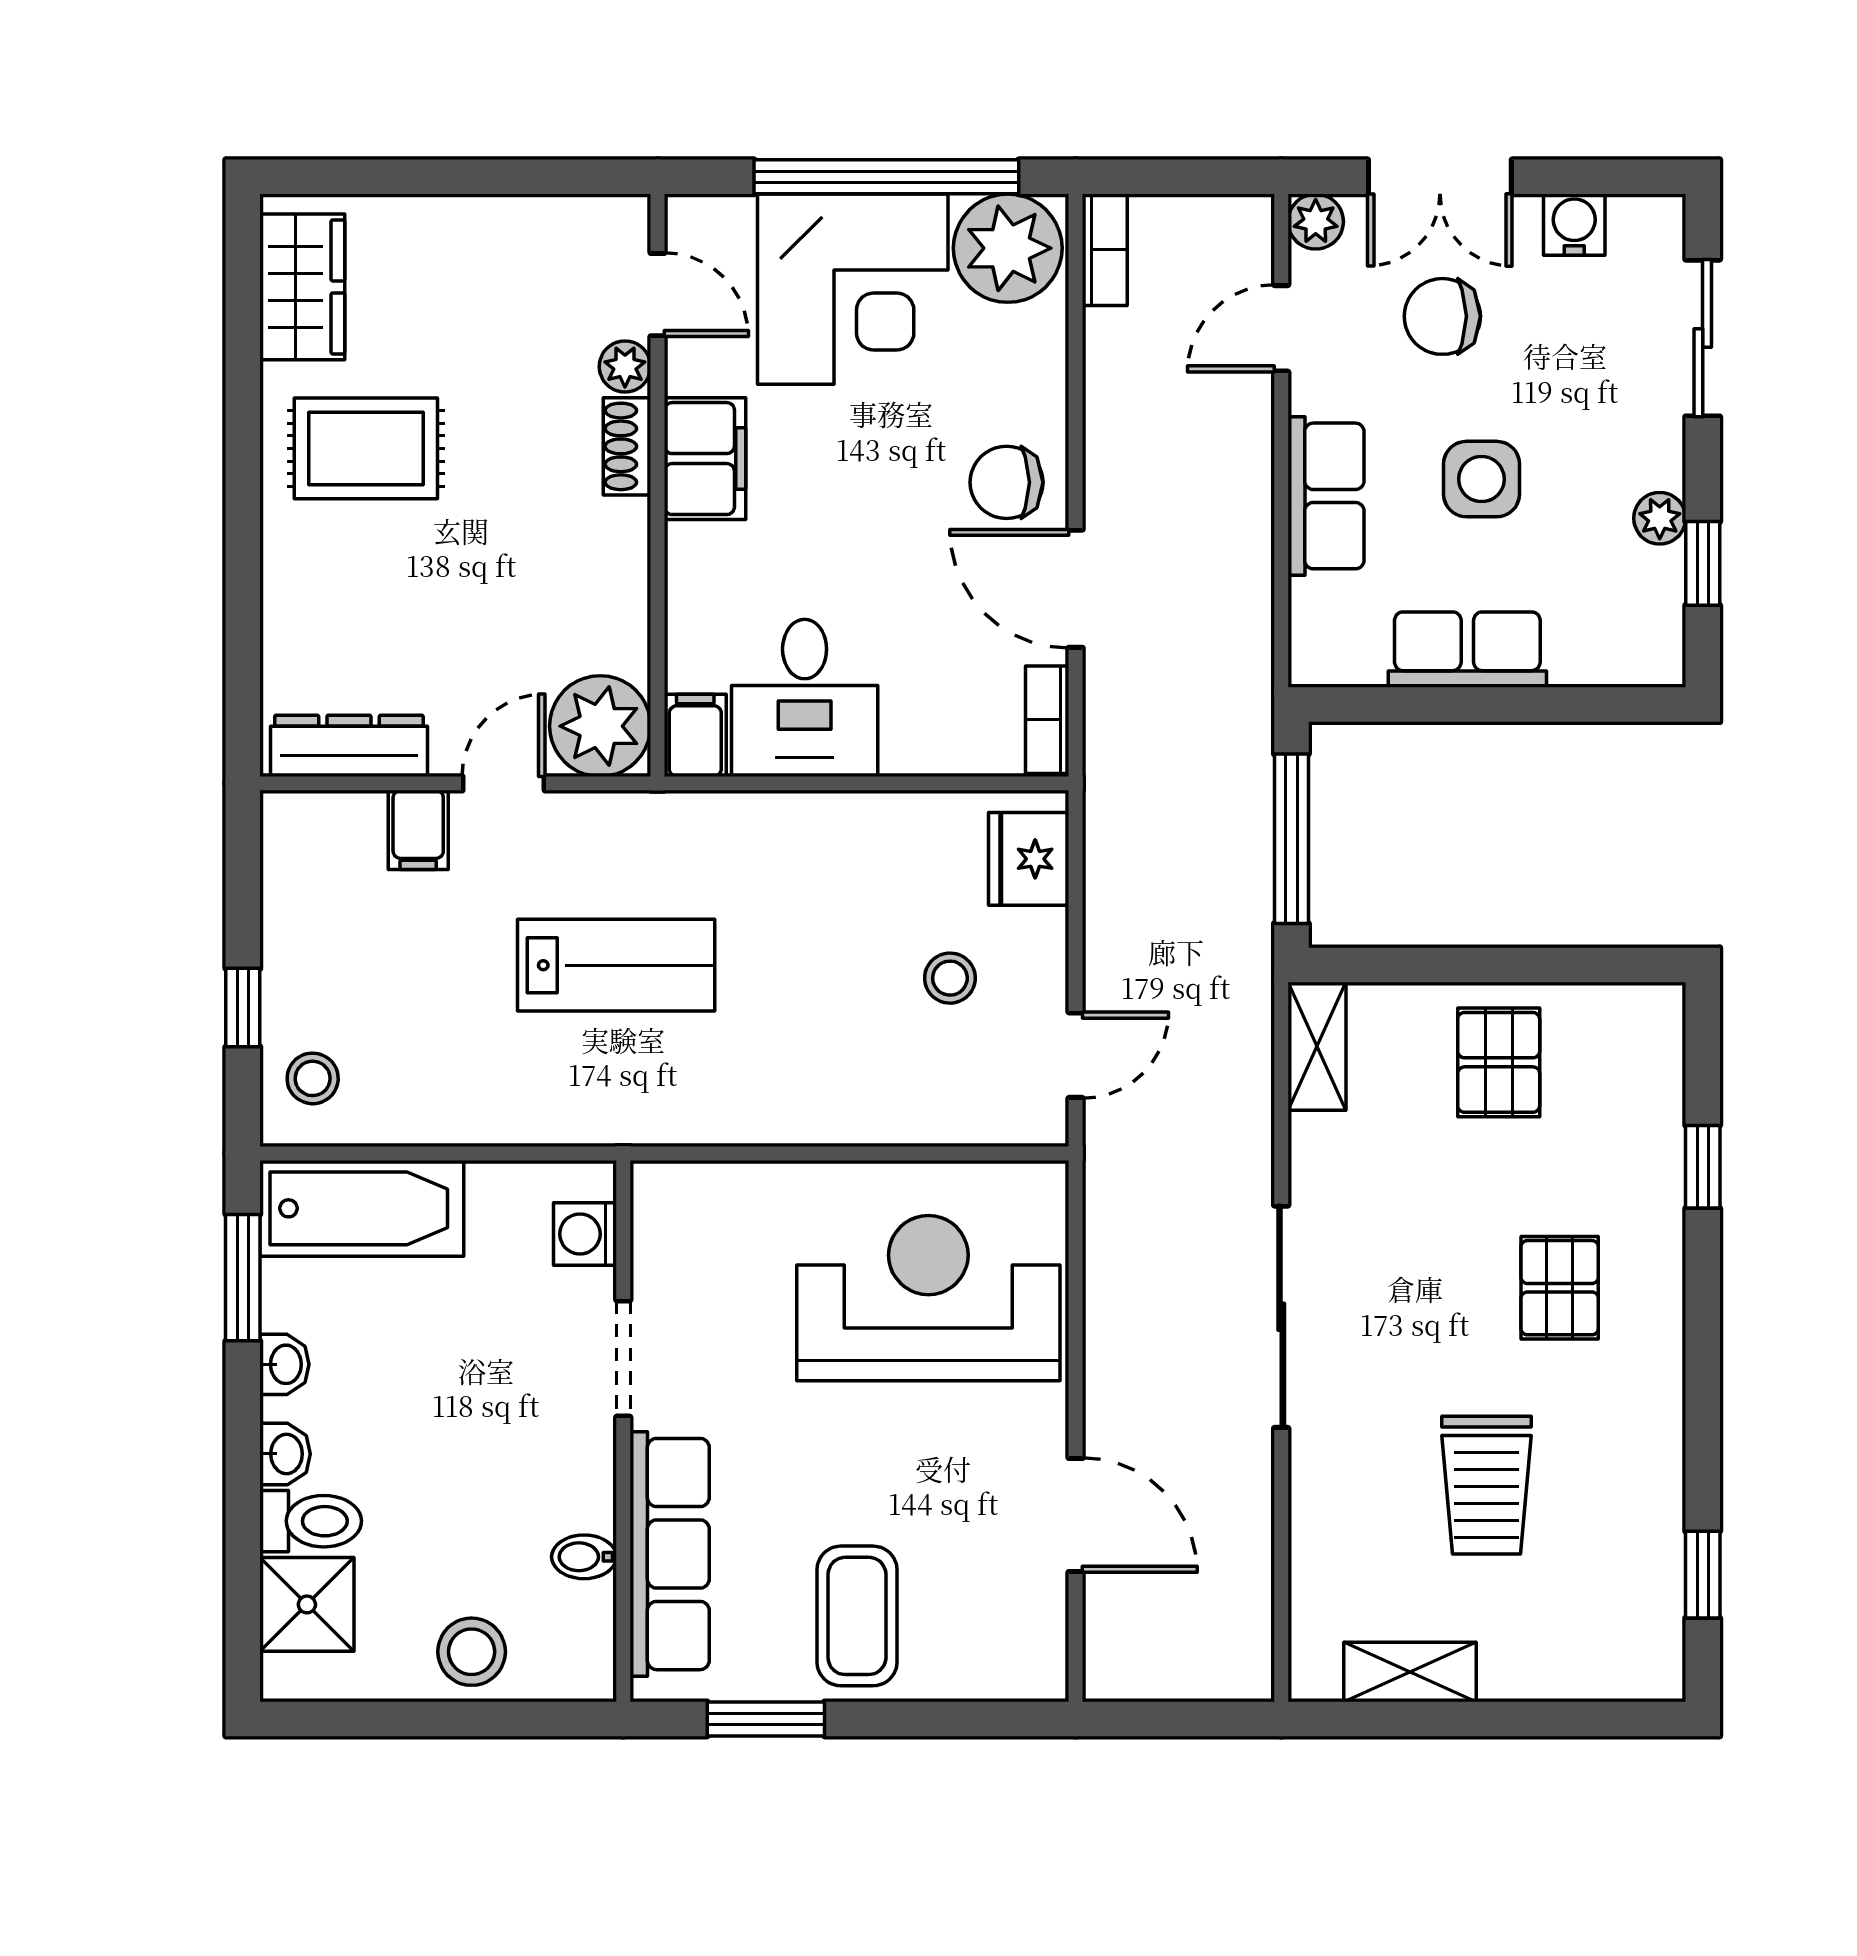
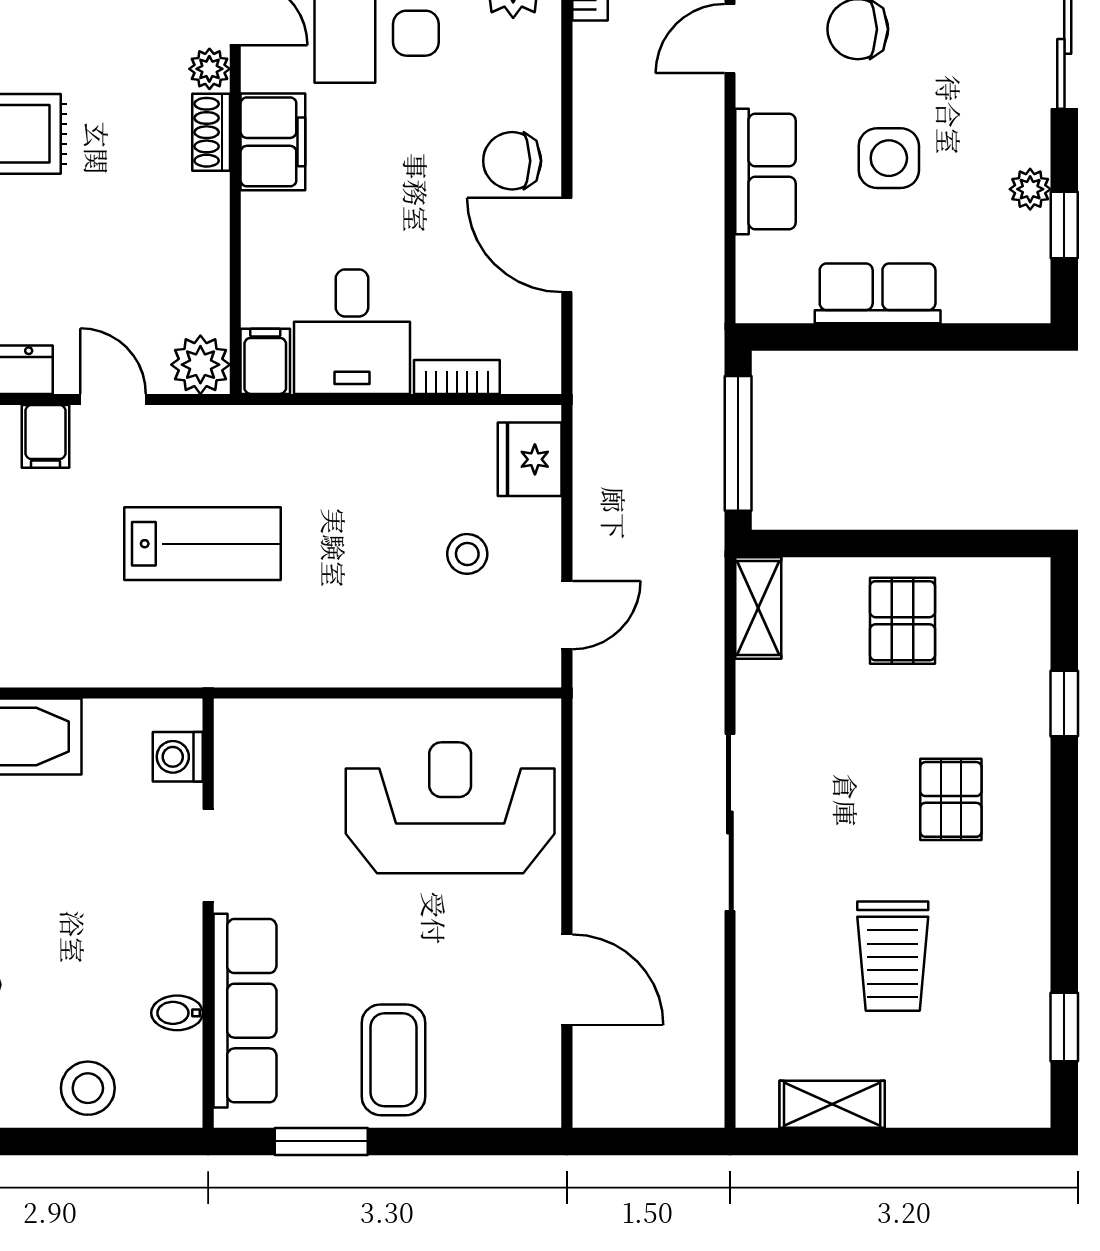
bookcase: (1047, 720) -> (457, 377), moved, turned 90
plant: (600, 726) -> (200, 365), width x0.73, depth x0.73
door: (504, 783) -> (113, 399), hinge flipped

